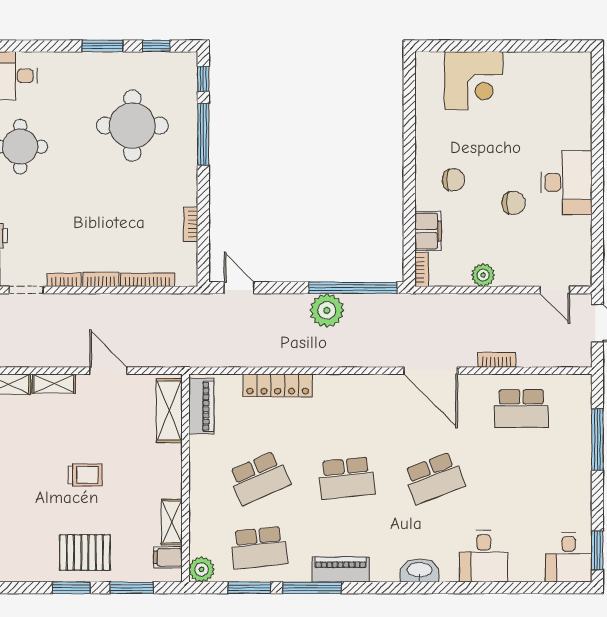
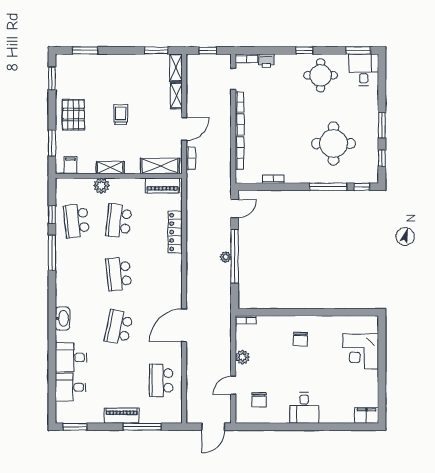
desk: (566, 182) -> (304, 408), width x0.73
chair: (514, 203) -> (259, 400), moved
filing cabinet: (428, 231) -> (367, 415), moved, turned 180
window: (353, 288) -> (235, 256), moved
door: (555, 290) -> (233, 385), moved
plant: (327, 310) -> (226, 257), width x0.53, depth x0.53
bookcase: (497, 360) -> (191, 158), moved
trolley: (85, 475) -> (121, 115), turned 180
school desk: (259, 478) -> (119, 221), turned 30
school desk: (434, 478) -> (119, 327), turned 33
shelving: (172, 522) -> (110, 168), moved
desk: (569, 557) -> (70, 387), moved
plant: (202, 569) -> (101, 186), moved
piano: (341, 570) -> (122, 416), moved, turned -90
window: (71, 588) -> (52, 79), moved
window: (249, 588) -> (52, 215), width x0.67

